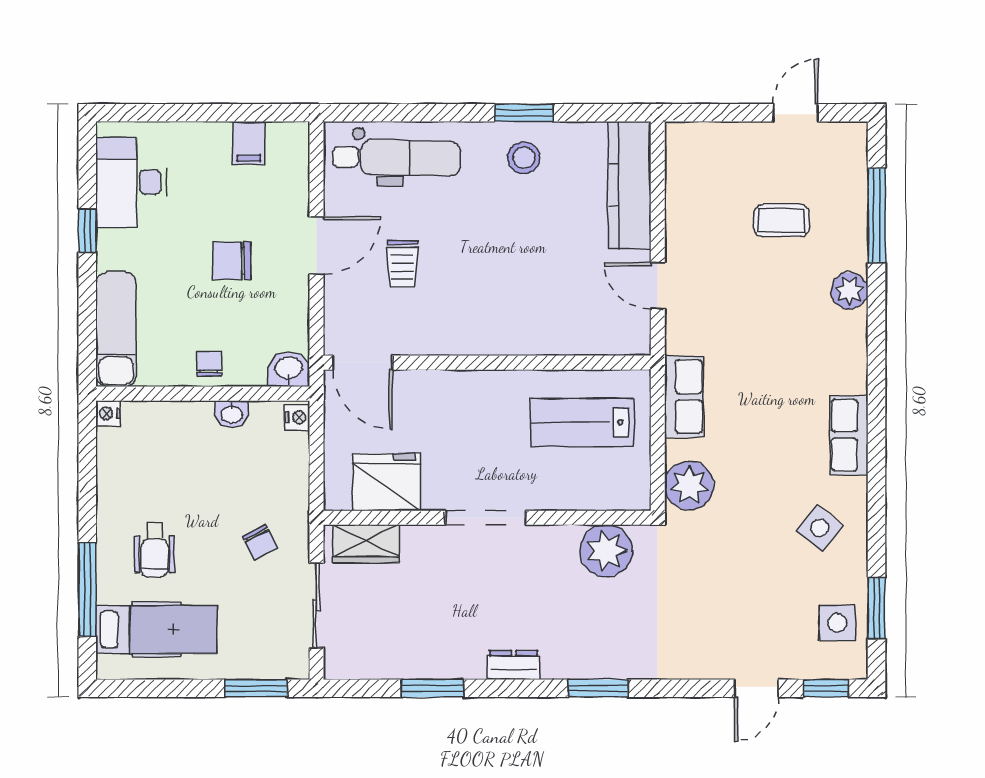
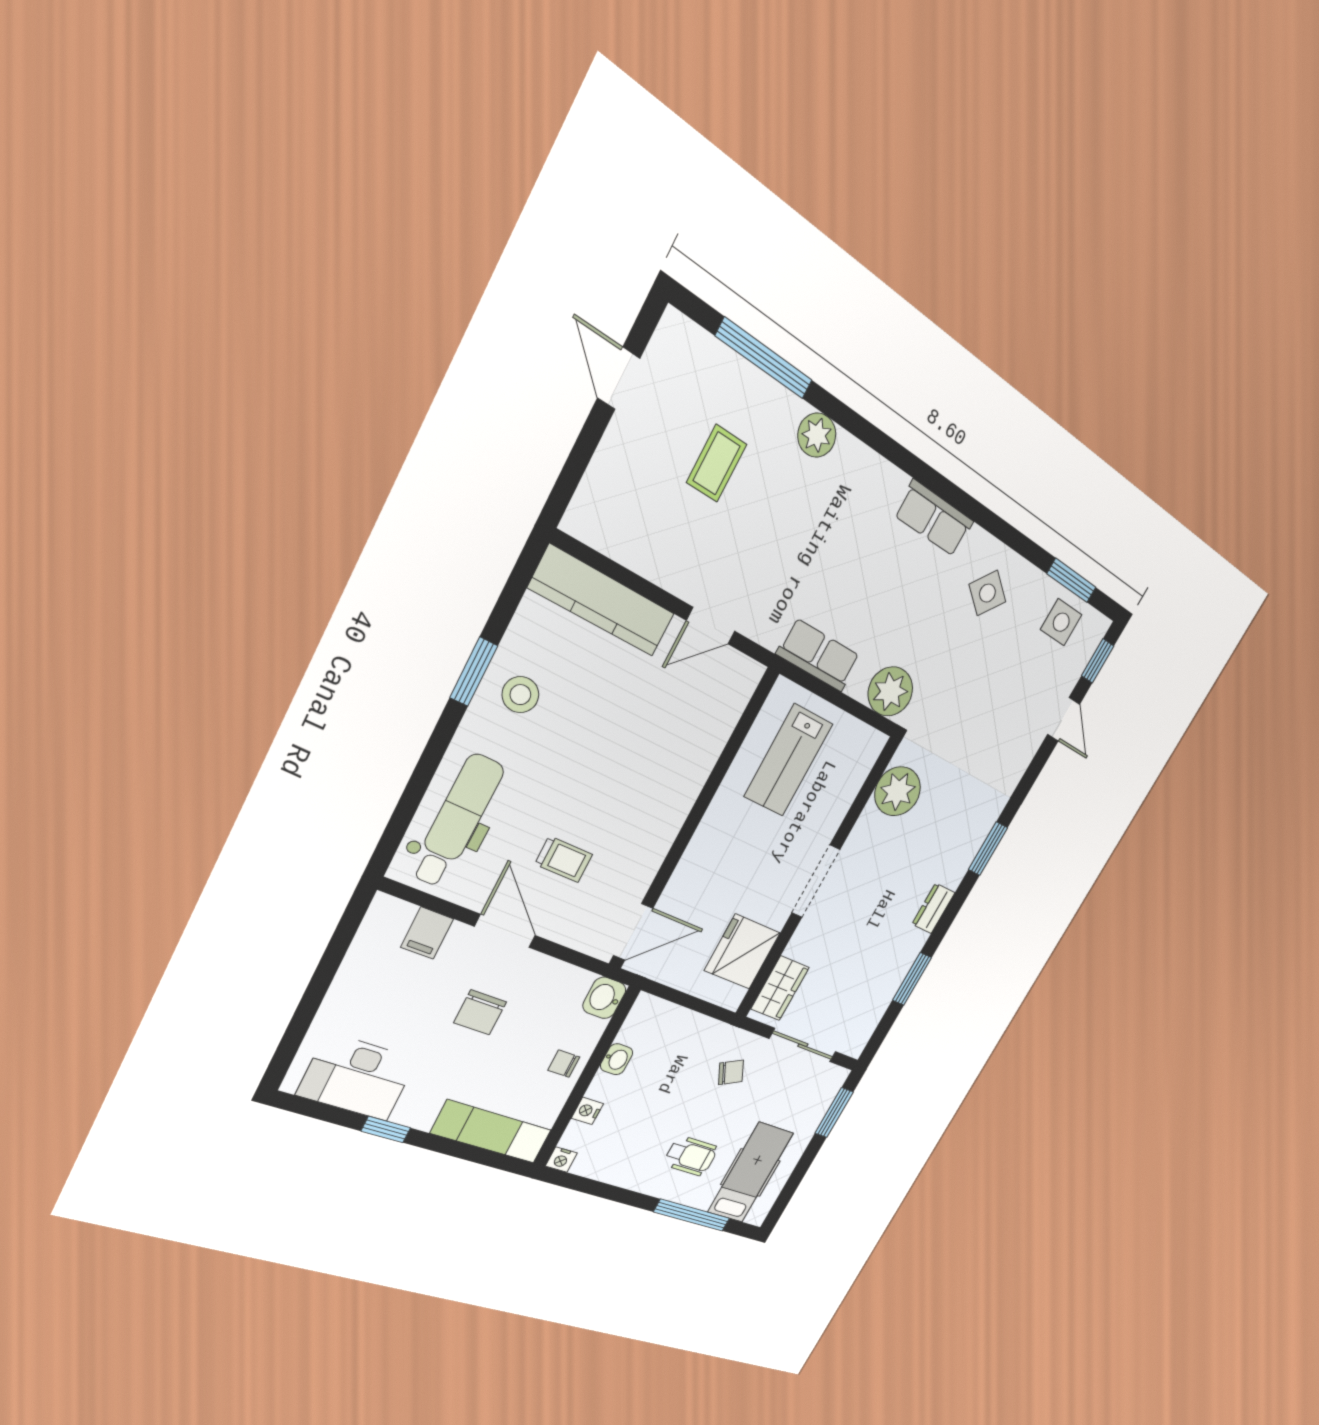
filing cabinet: (249, 143) -> (427, 933), moved, turned 90
nightstand: (297, 417) -> (587, 1111), moved, turned -90

